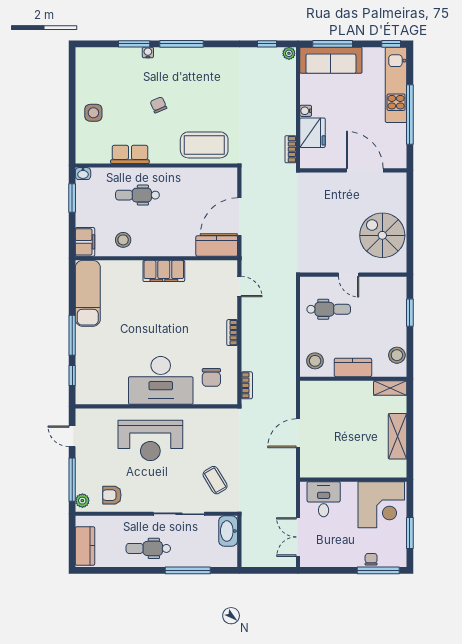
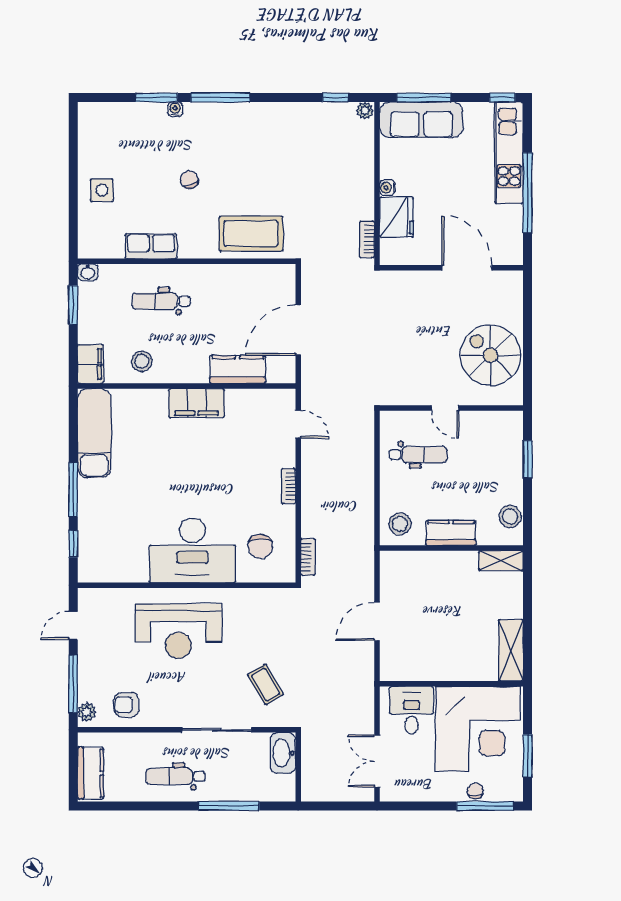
kitchen counter: (217, 246) -> (238, 369), moved
door: (72, 436) -> (73, 626), hinge flipped
shelving: (398, 436) -> (511, 650), moved
corner desk: (381, 505) -> (478, 729), width x1.36, depth x1.36

